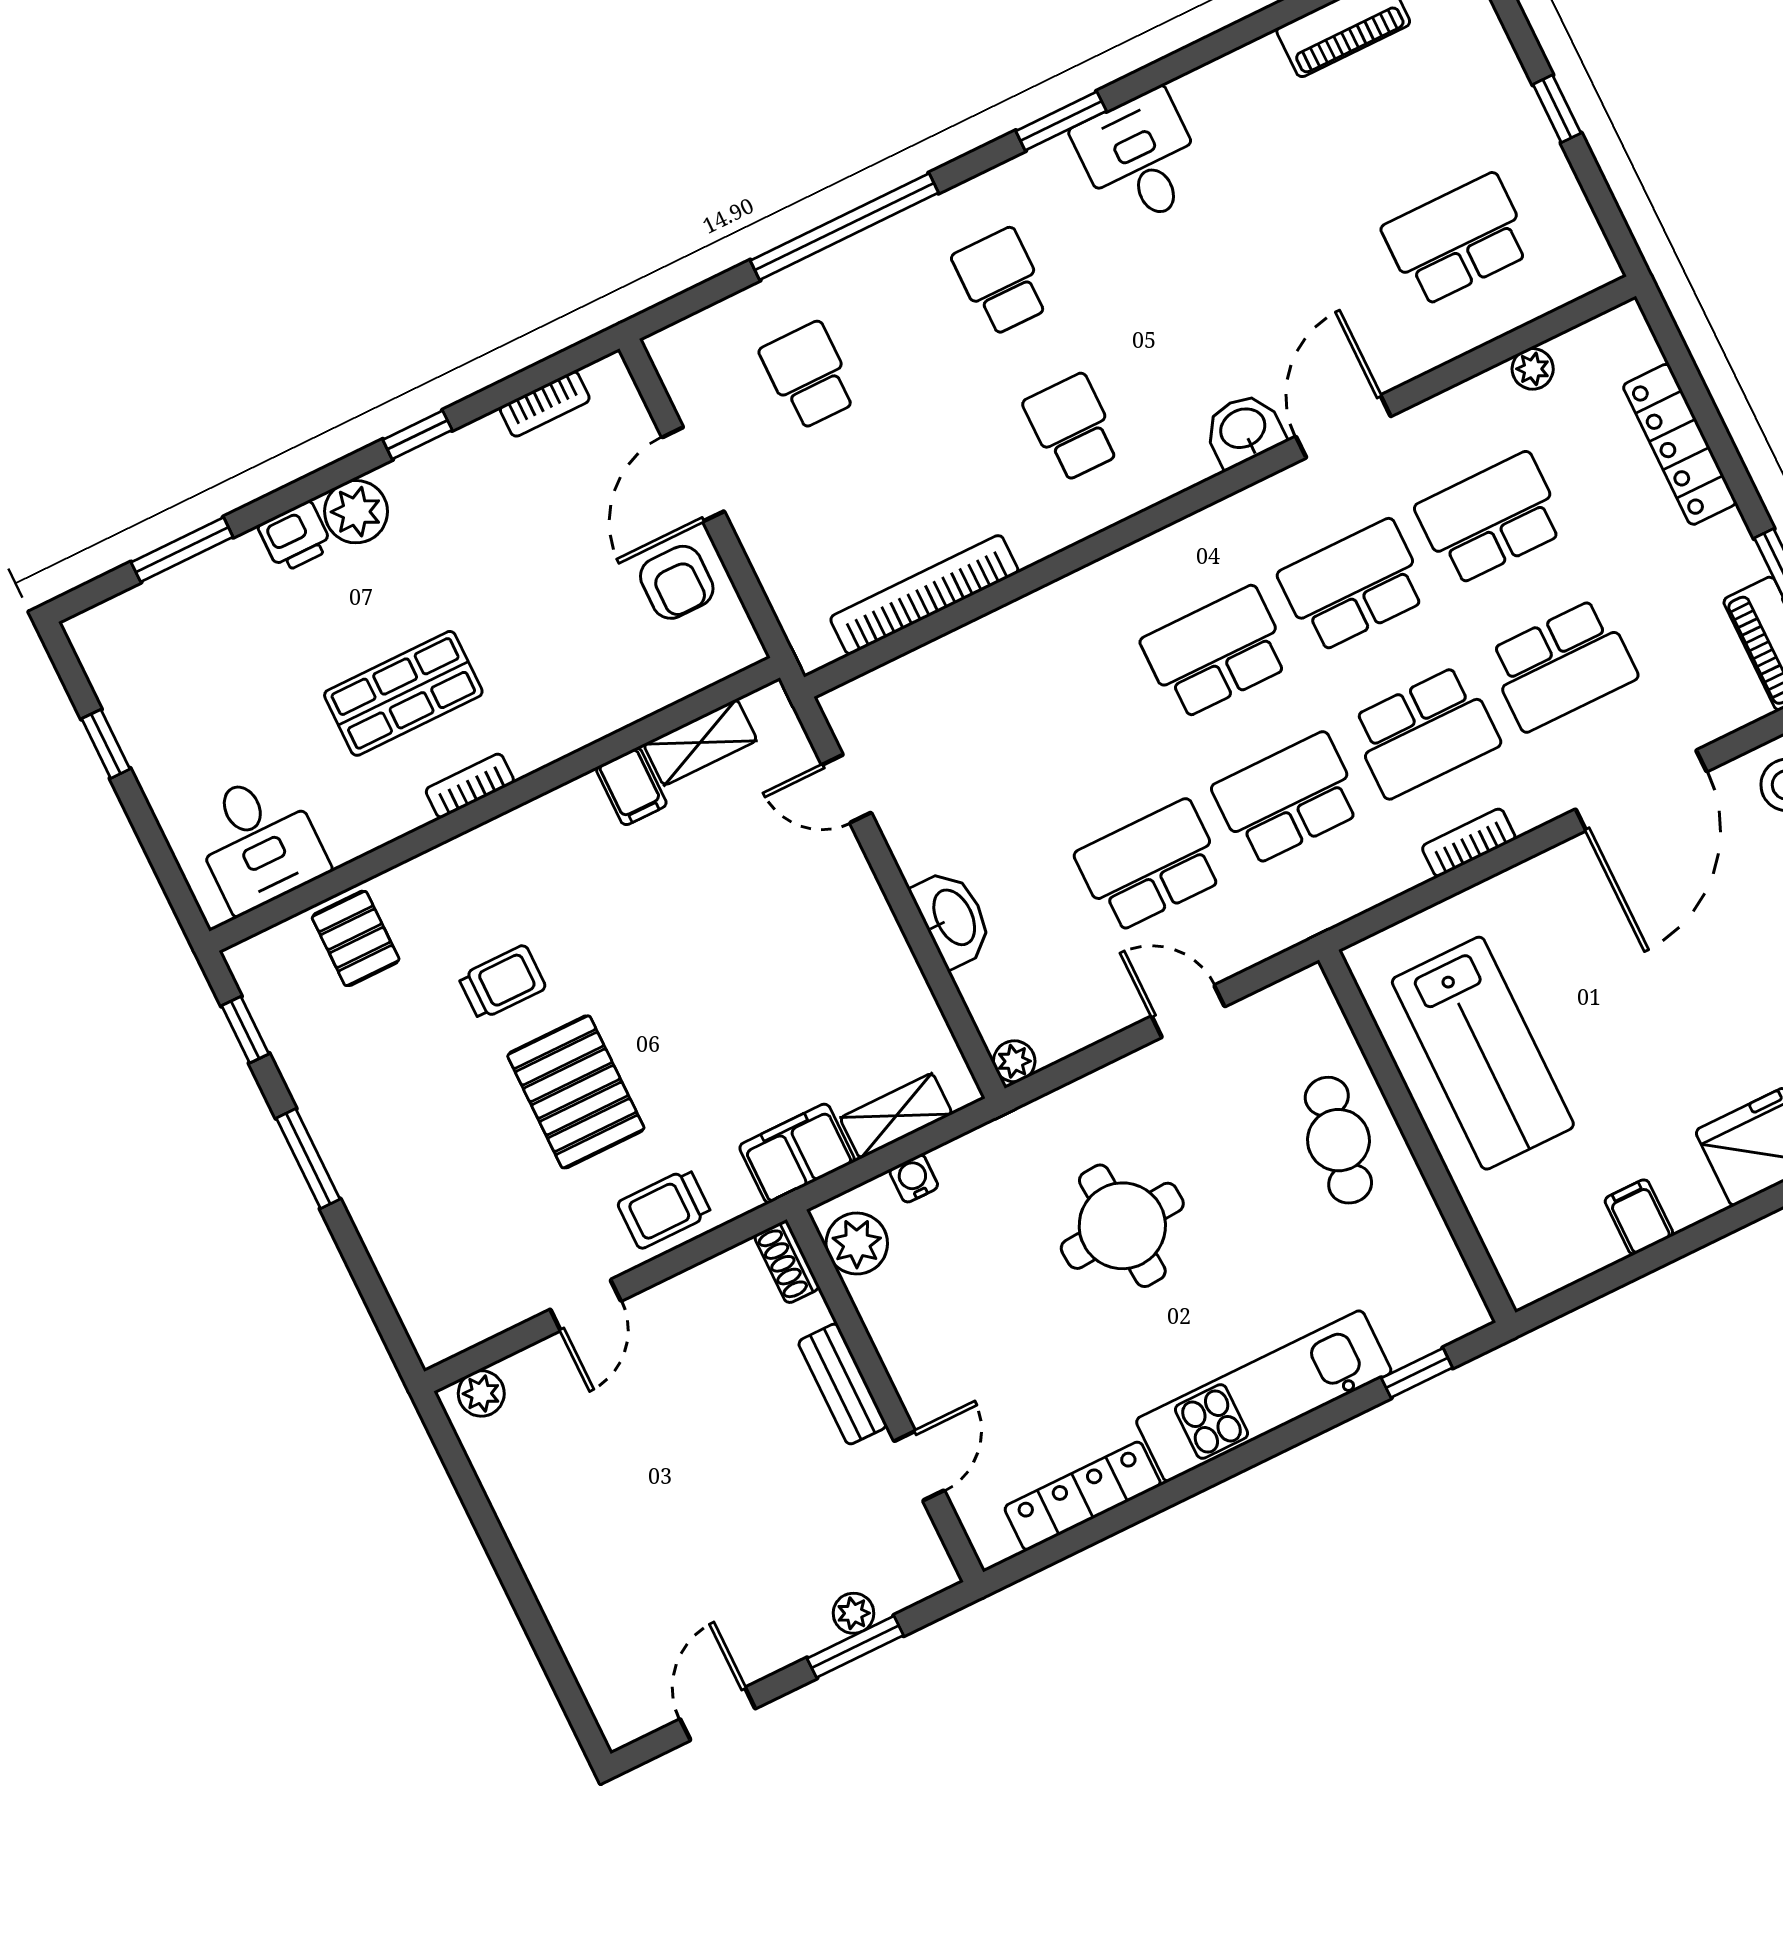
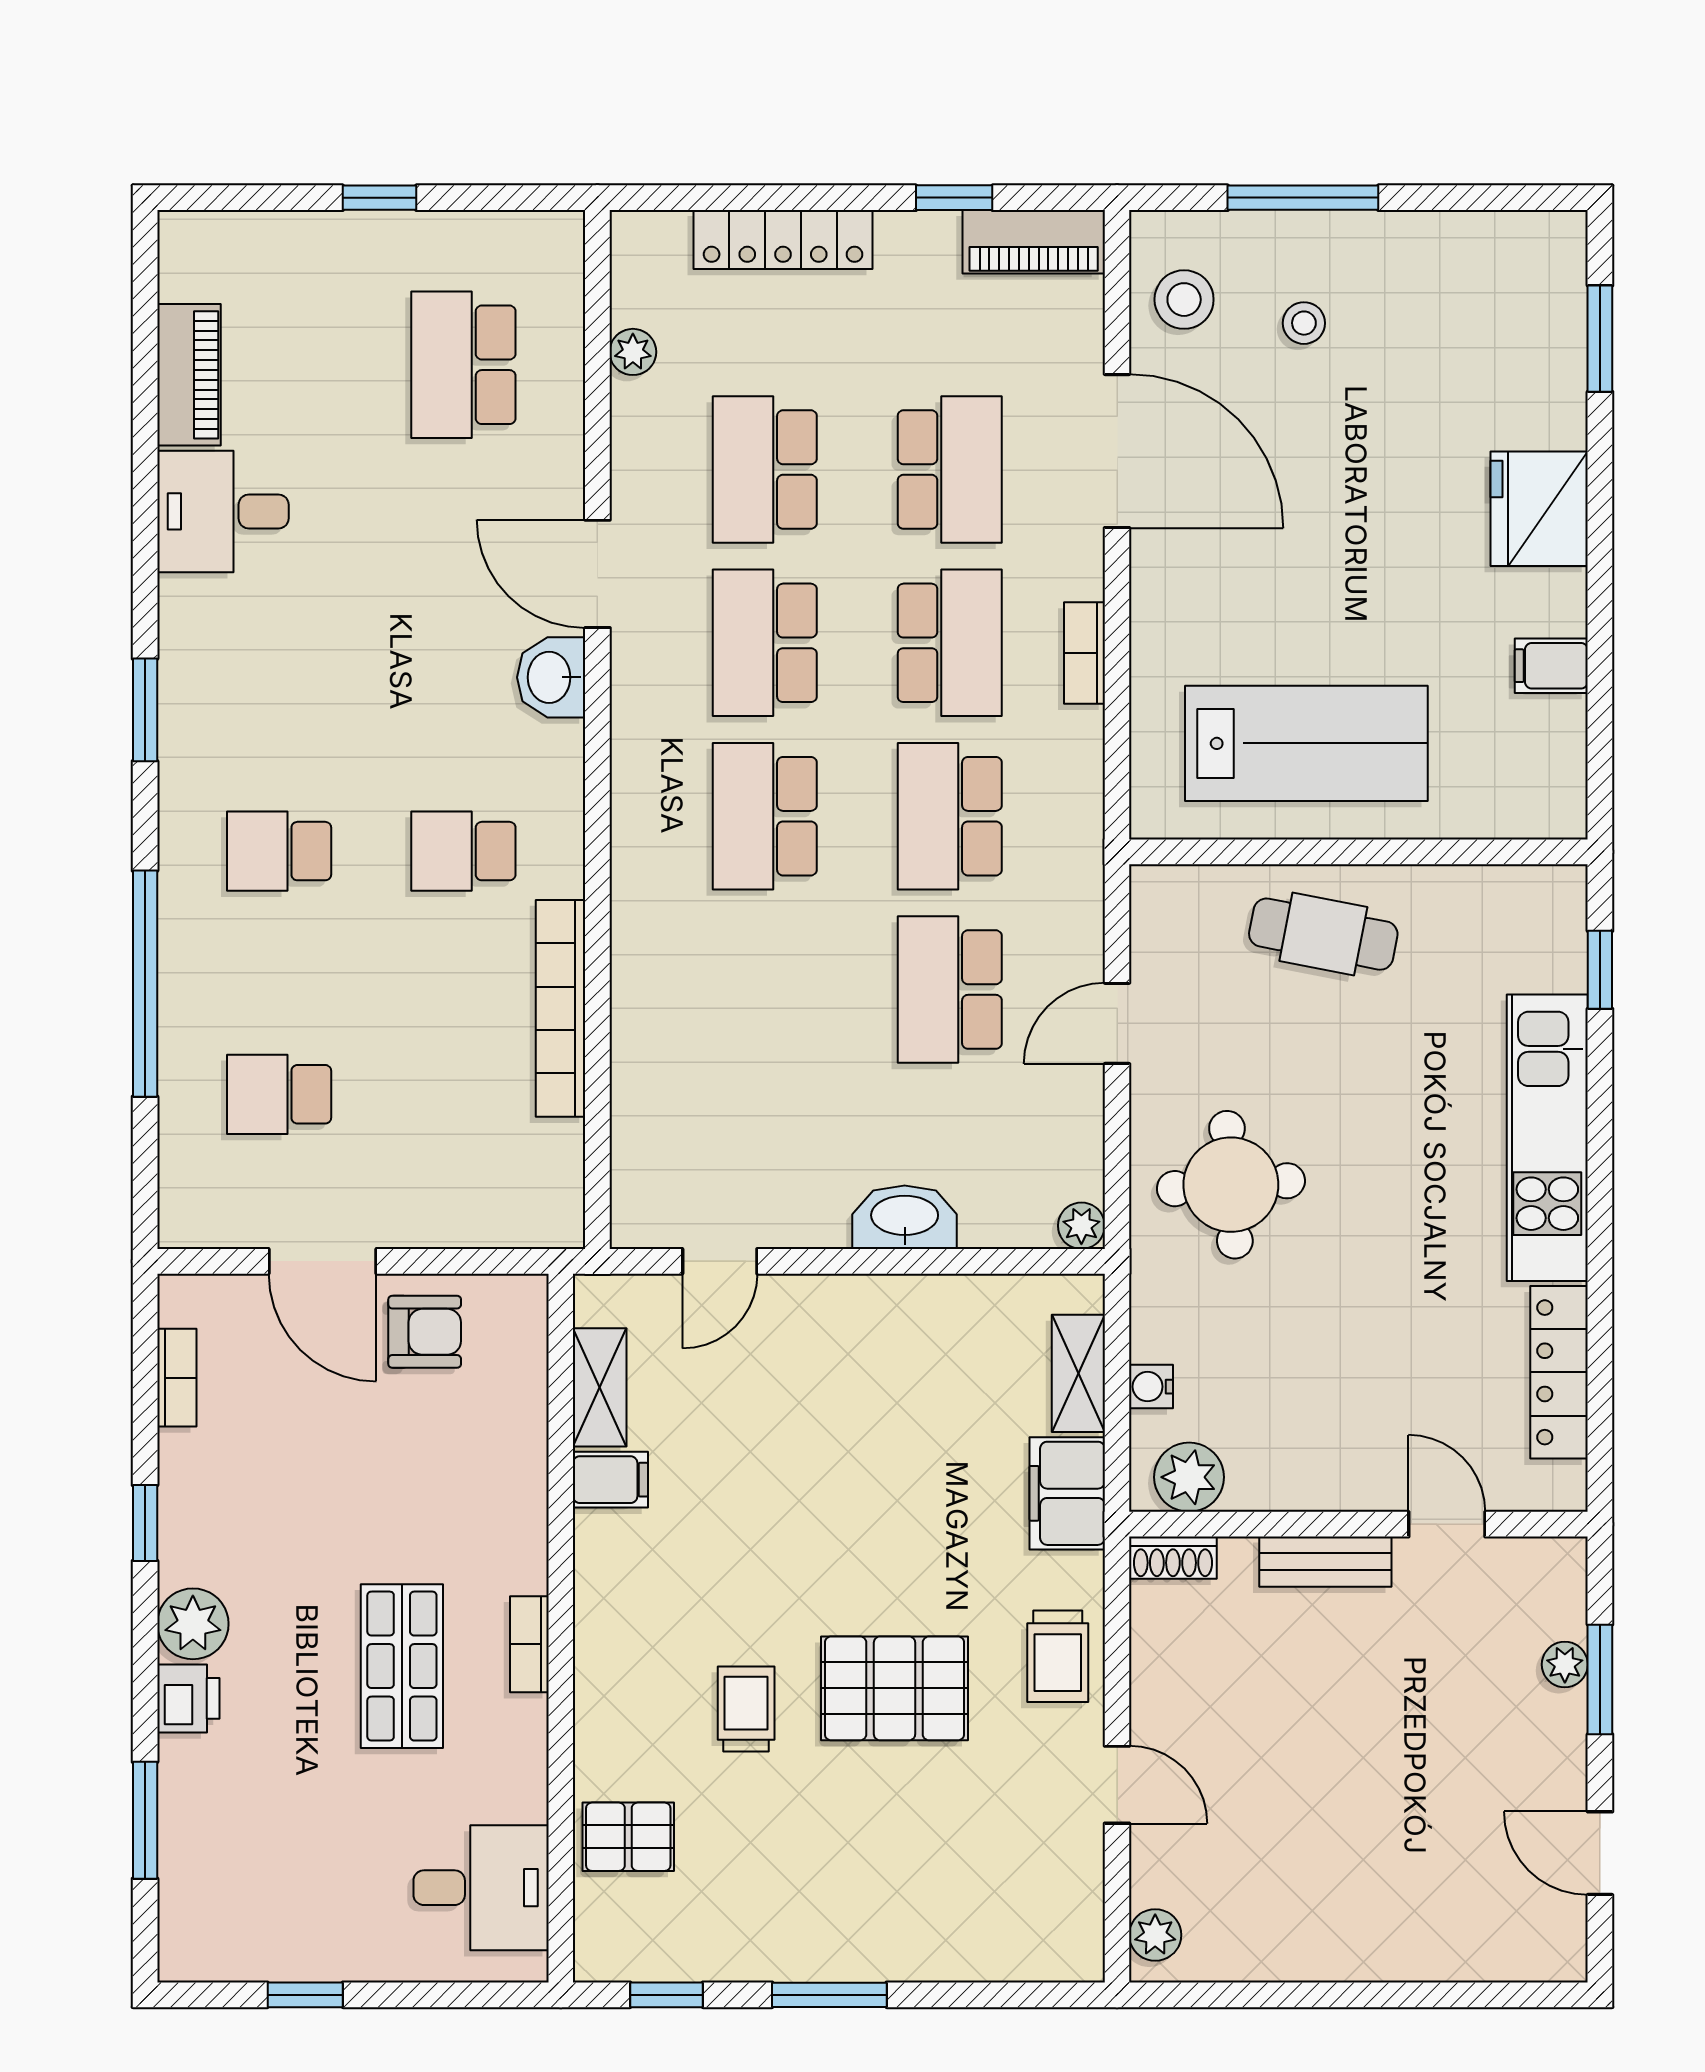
desk: (1140, 159) -> (223, 511), moved
bookcase: (924, 595) -> (561, 1008), moved
round table: (1122, 1226) -> (1231, 1185), moved

